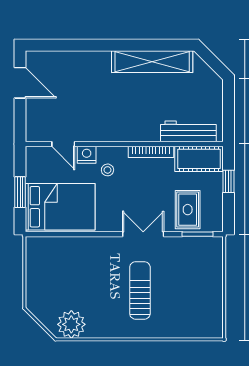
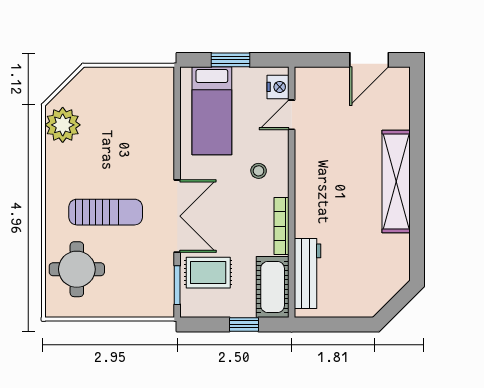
shelving: (152, 62) -> (396, 181), moved
nightstand: (87, 155) -> (278, 87), moved
bed: (60, 207) -> (212, 111), width x0.67
double door: (143, 234) -> (177, 216), width x1.37
round table: (185, 313) -> (77, 269), added

